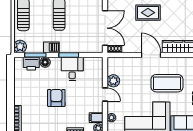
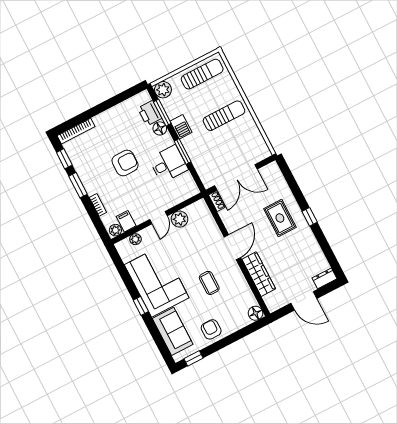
coffee table: (167, 83) -> (209, 283), width x0.54, depth x0.58

